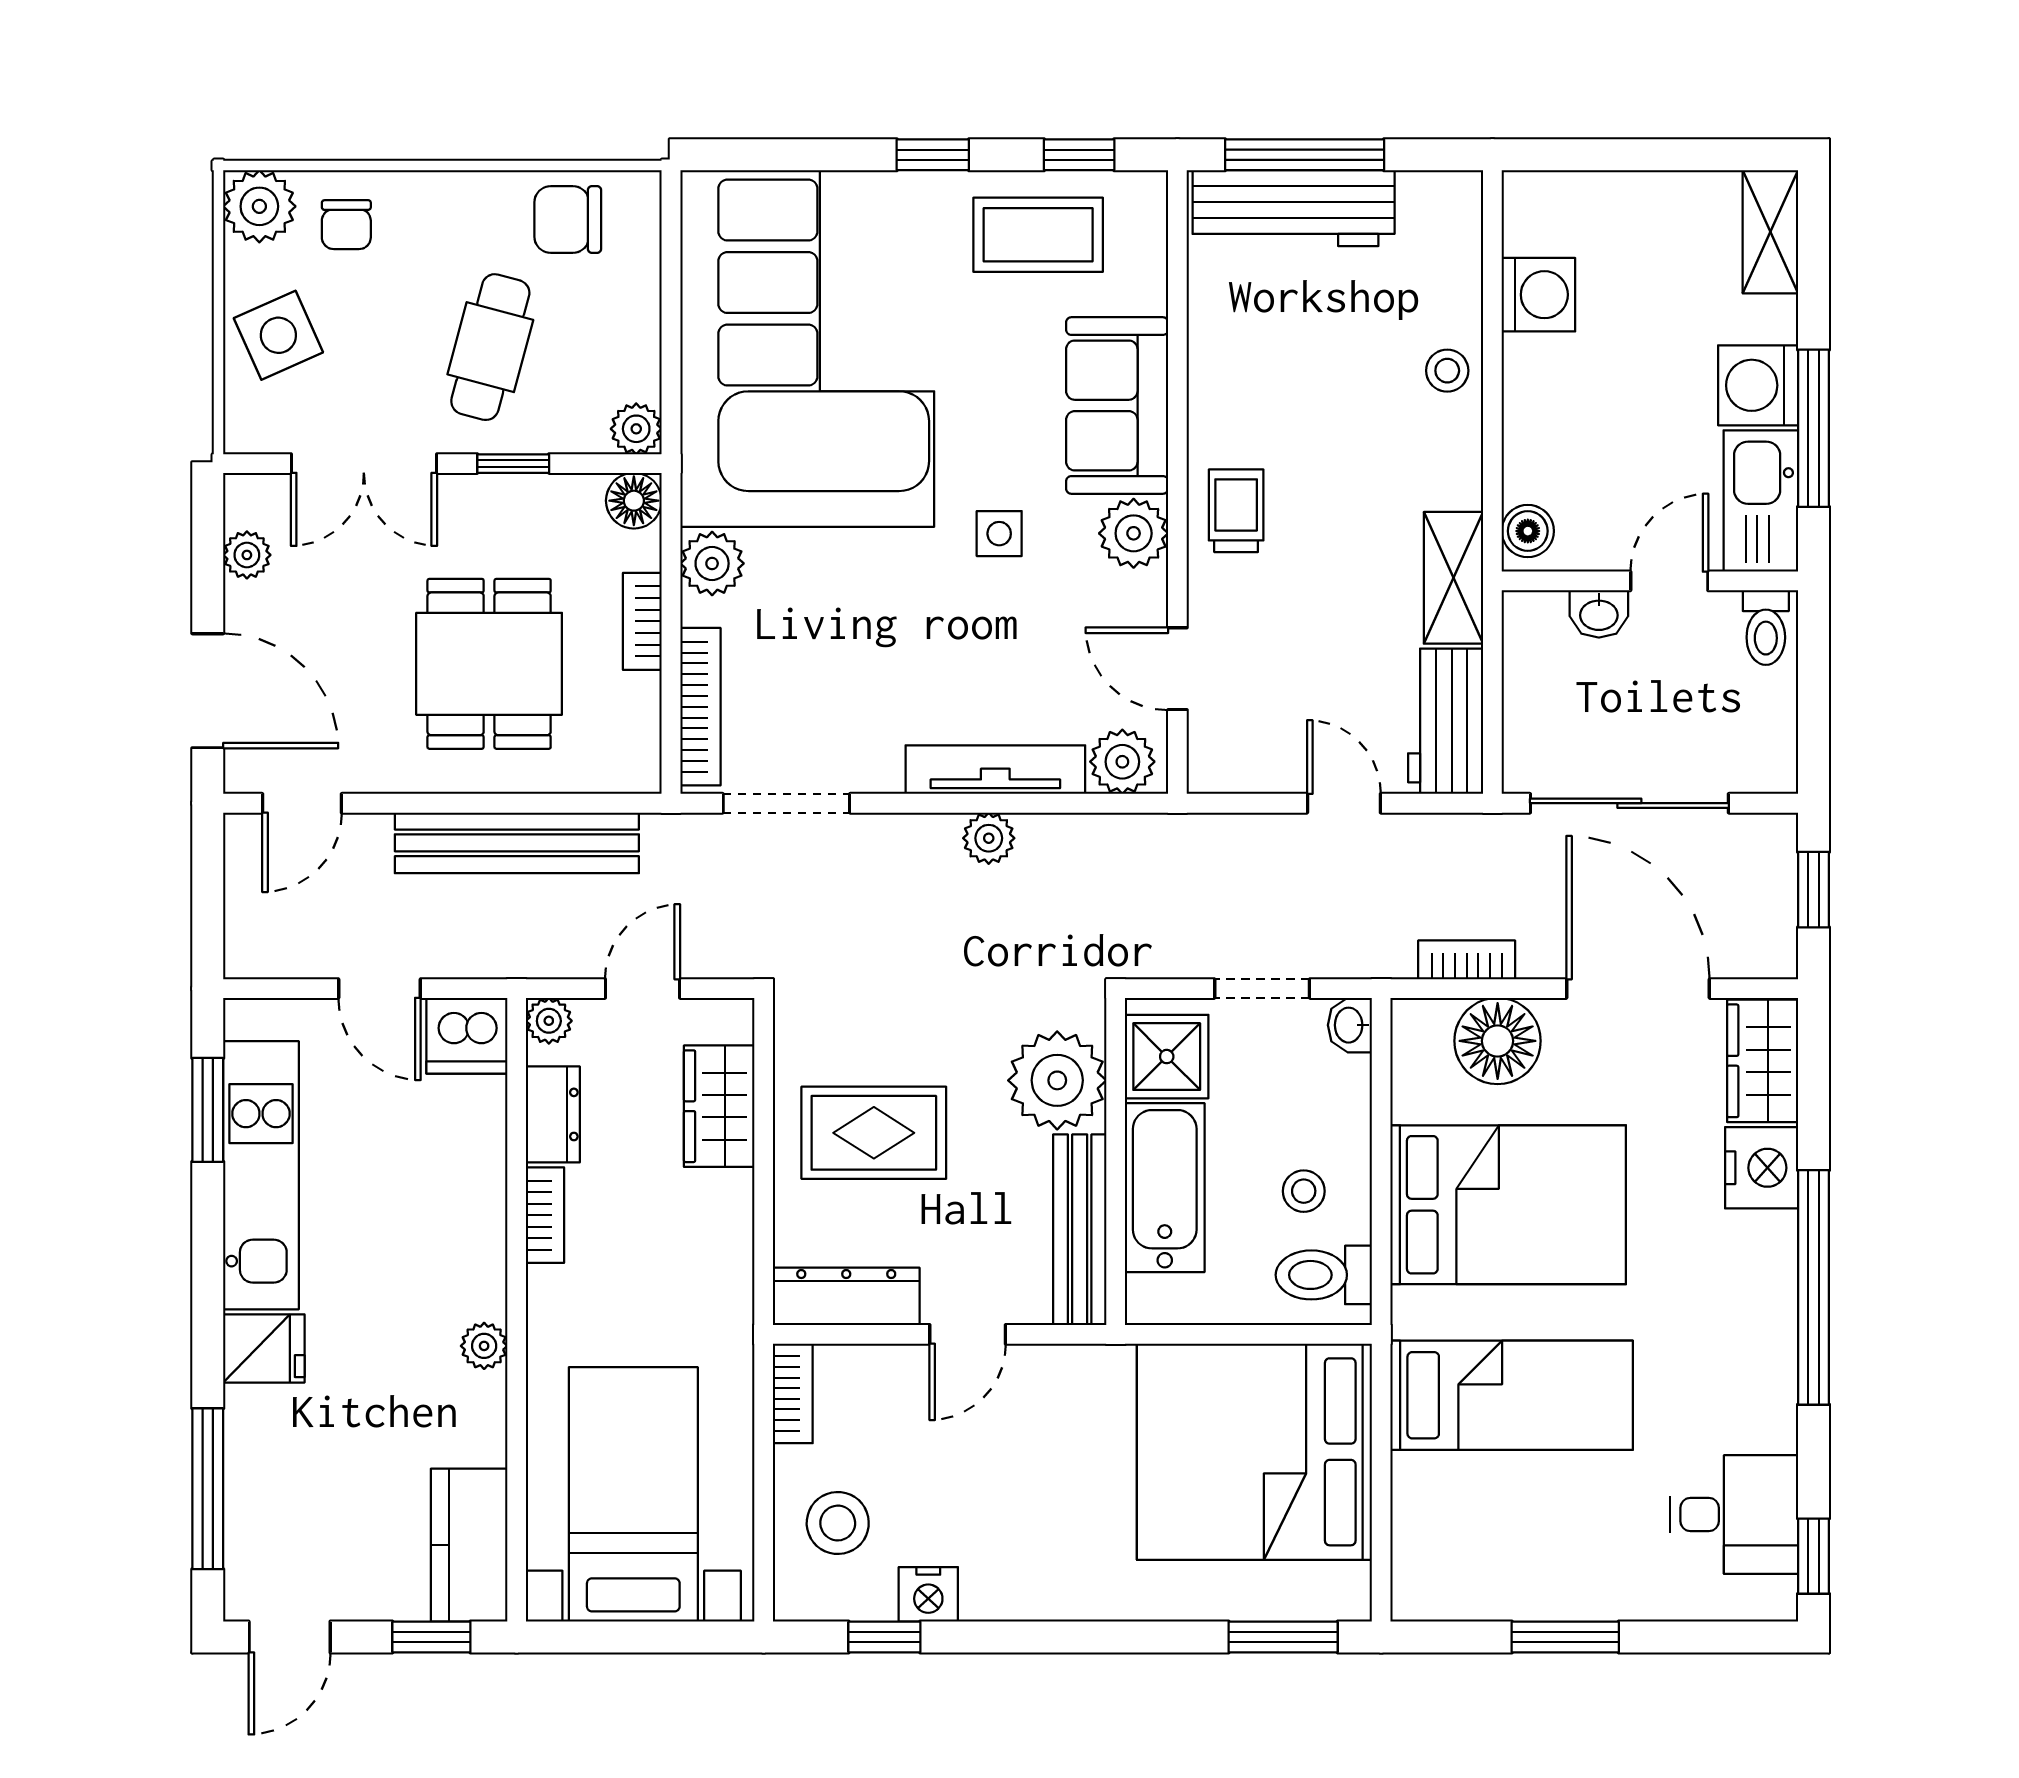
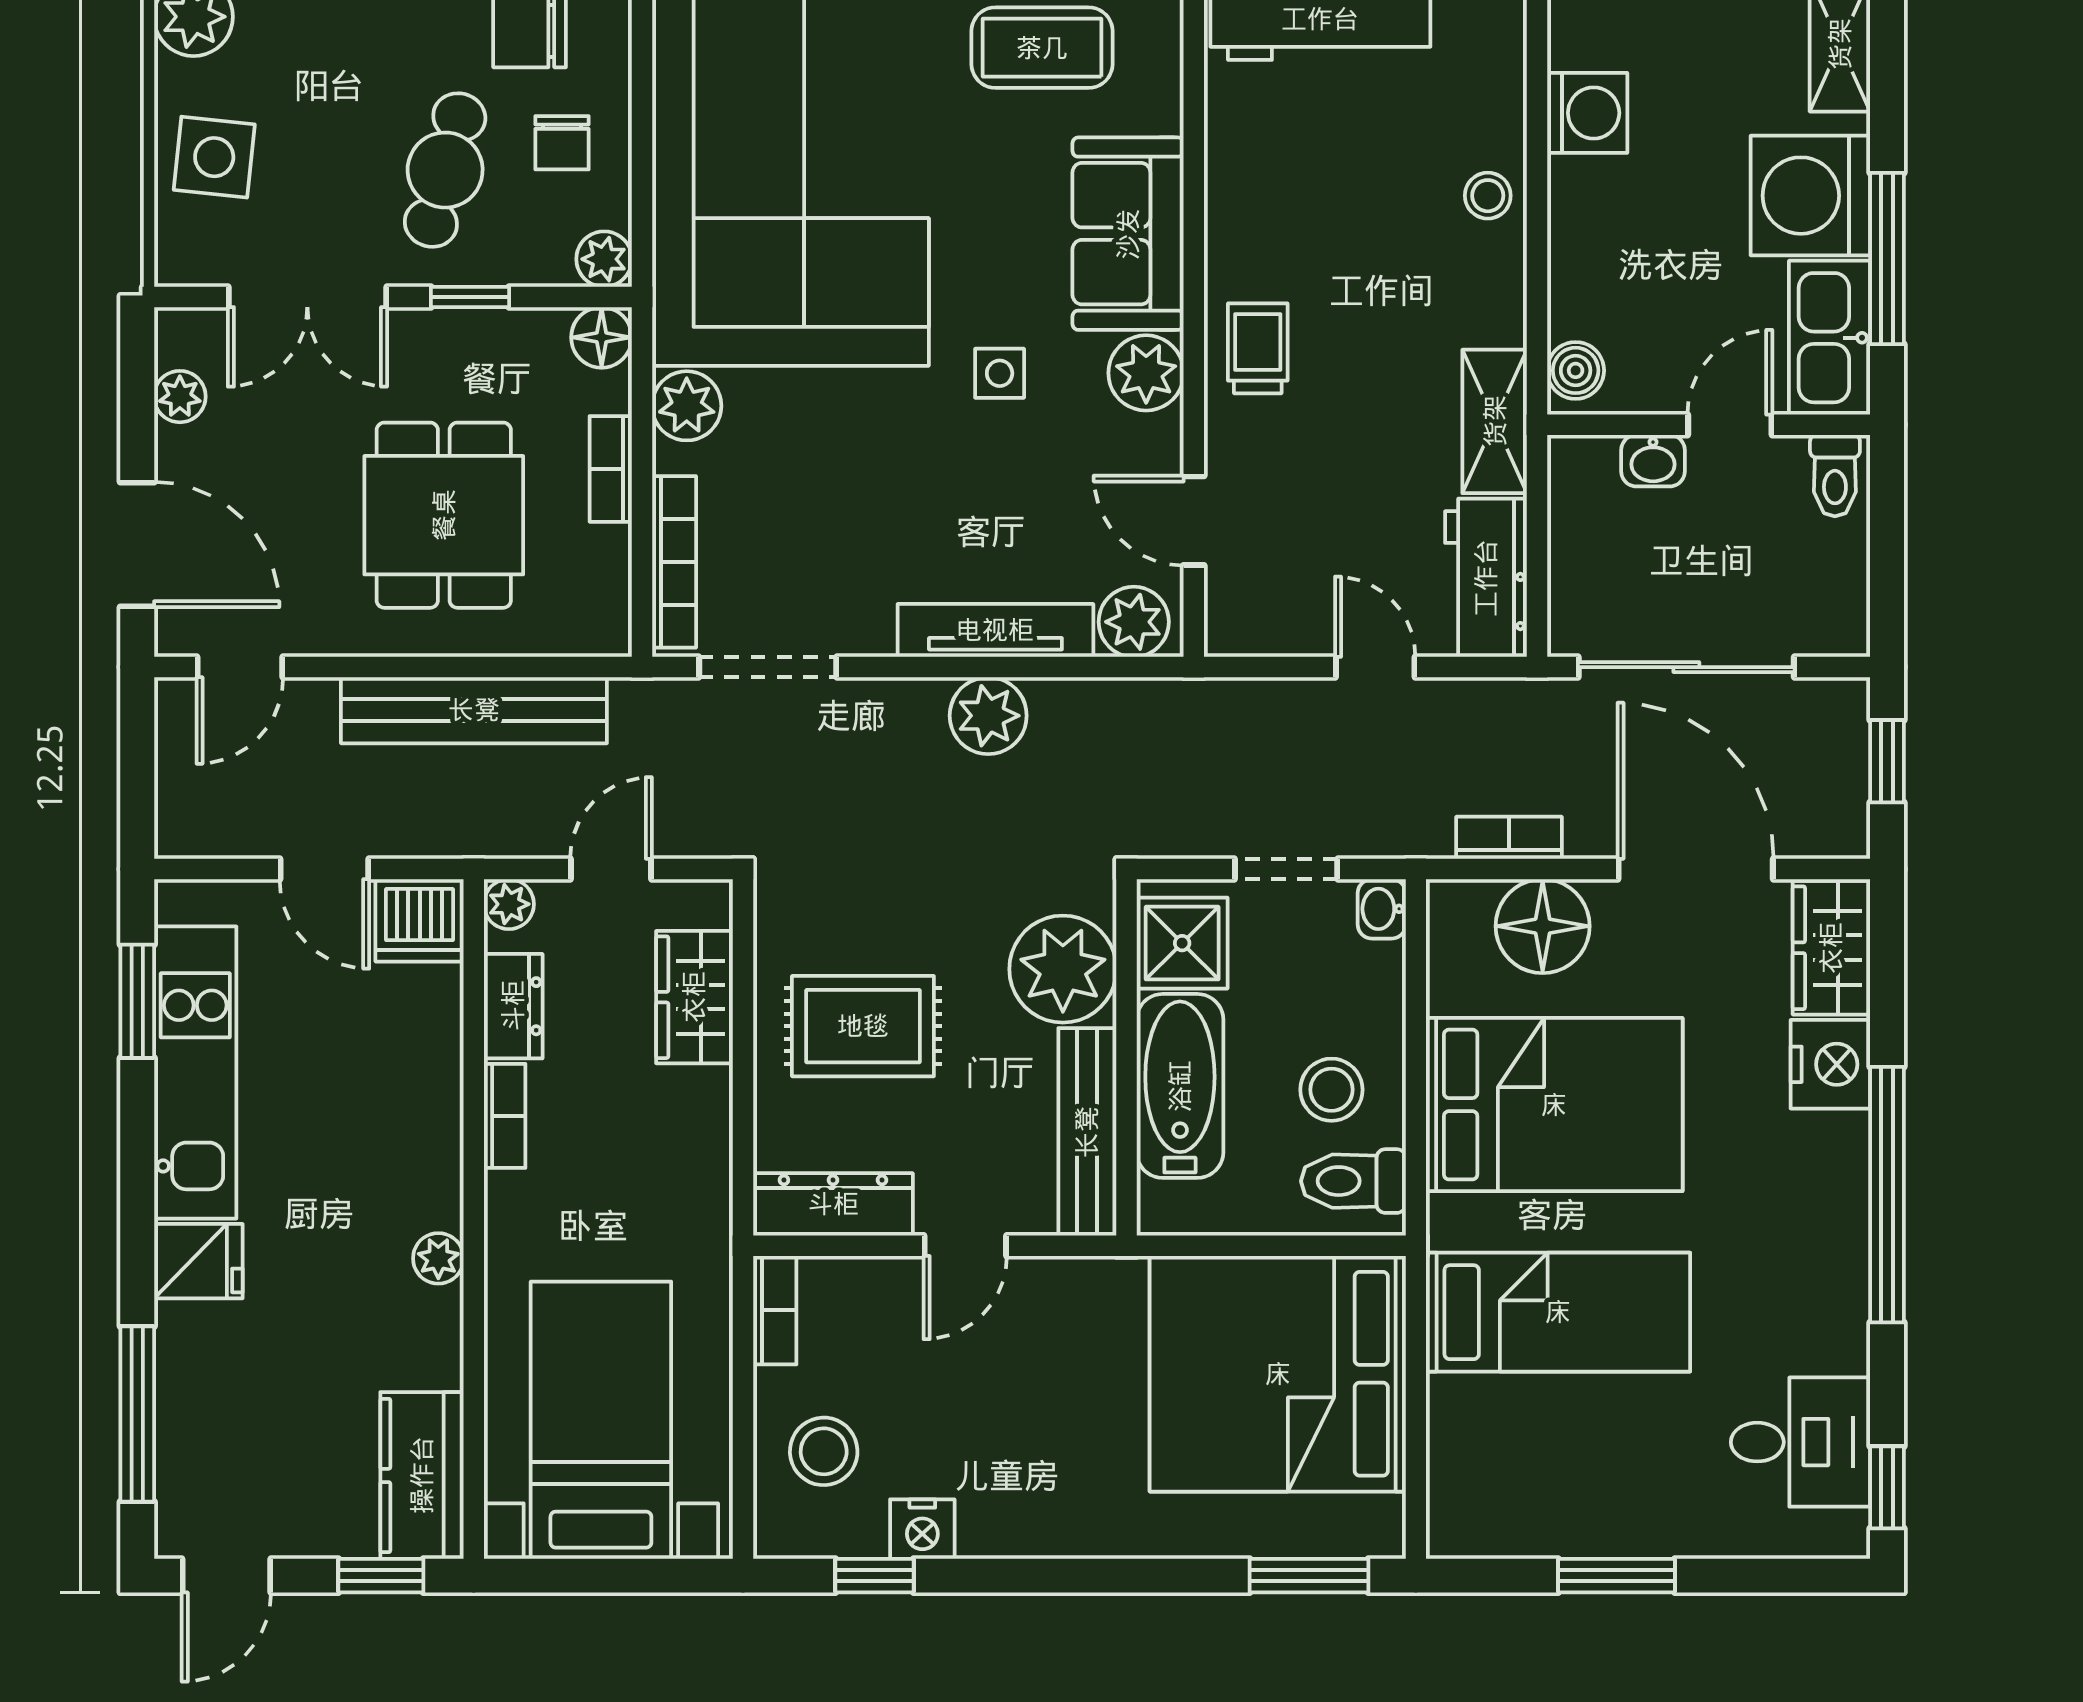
chair: (346, 225) -> (562, 143), moved
side table: (278, 335) -> (214, 157), turned 30
washing machine: (1758, 385) -> (1810, 196), width x1.37, depth x1.37
plant: (989, 838) -> (988, 716), width x1.38, depth x1.38
stool: (1304, 1191) -> (1331, 1090), width x1.37, depth x1.37

